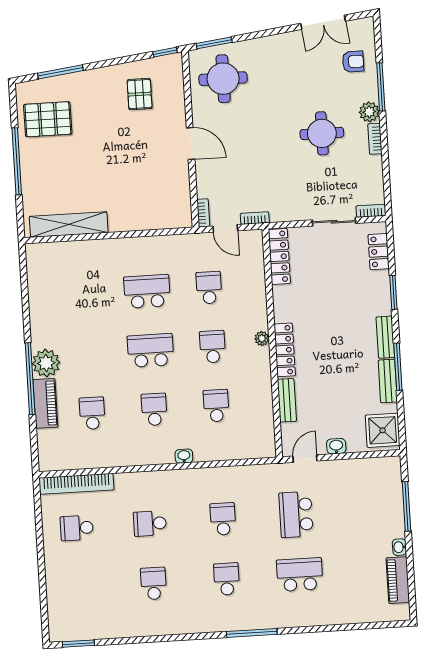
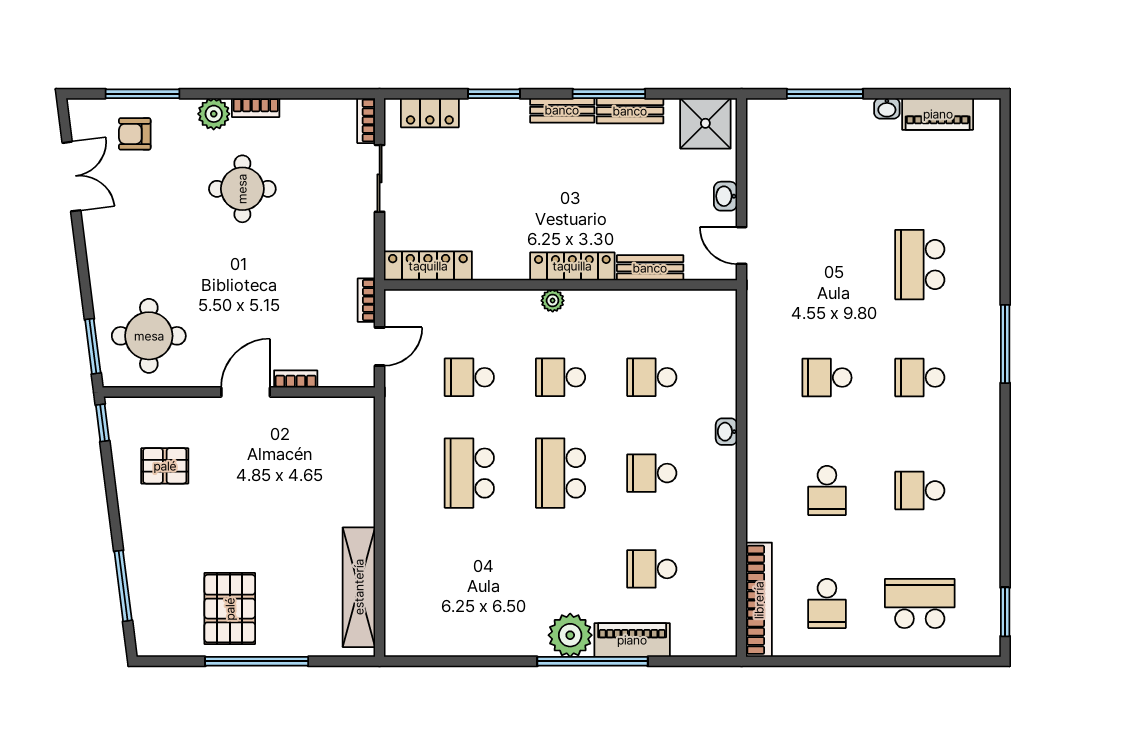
armchair: (353, 62) -> (135, 134), turned -90
window: (381, 87) -> (143, 94), moved
pallet: (48, 119) -> (230, 609), moved
bookcase: (203, 213) -> (296, 379), moved
school desk: (296, 515) -> (920, 603), moved, turned 180

